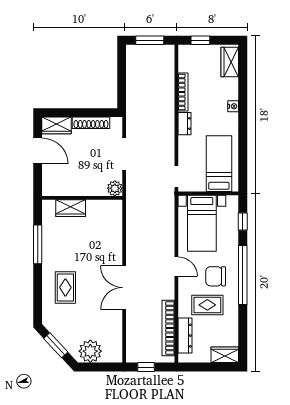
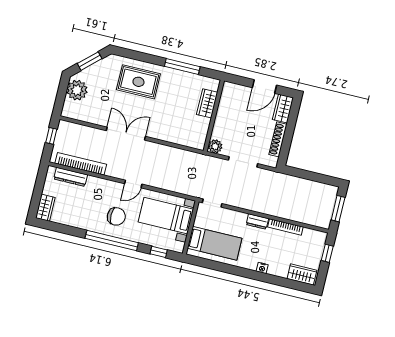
chair: (216, 276) -> (116, 216), turned 90
rug: (65, 287) -> (138, 82), width x1.36, depth x1.43
rug: (207, 305) -> (93, 203), removed

